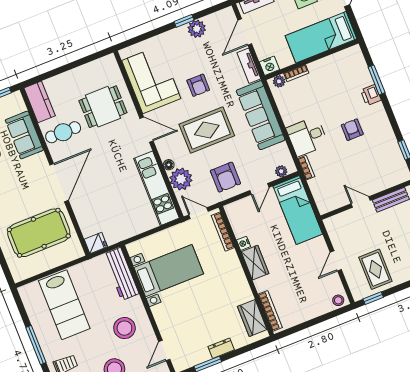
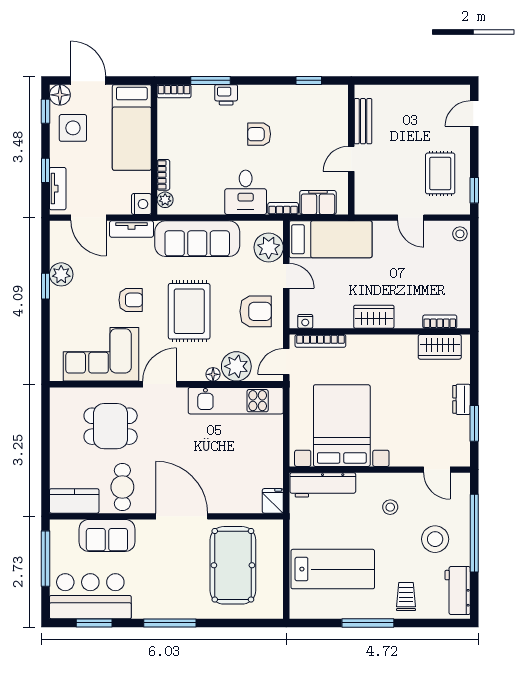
bookcase: (359, 57) -> (174, 91), added
dining table: (103, 107) -> (111, 426), turned 90
plant: (281, 171) -> (269, 247), width x1.87, depth x1.87
filing cabinet: (320, 191) -> (318, 203), added
nightstand: (244, 243) -> (305, 321), moved
rug: (375, 269) -> (440, 173), turned 90
bed with nightstands: (169, 271) -> (342, 426), width x1.36
bookcase: (270, 311) -> (440, 322), width x0.64
stool: (124, 328) -> (390, 507), width x0.53, depth x0.53

